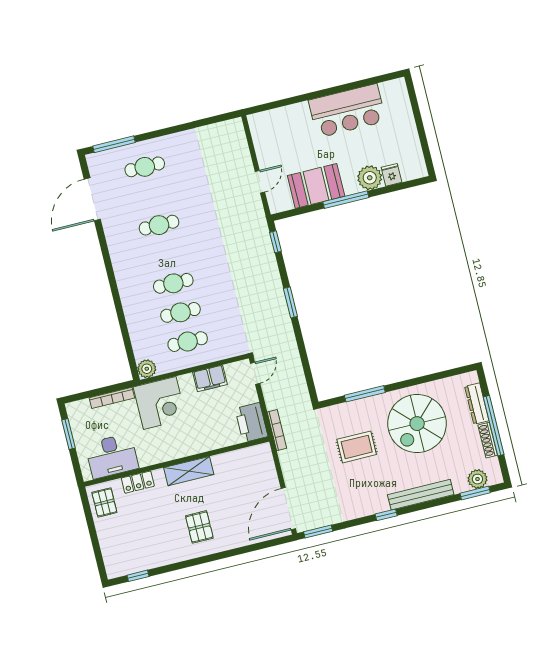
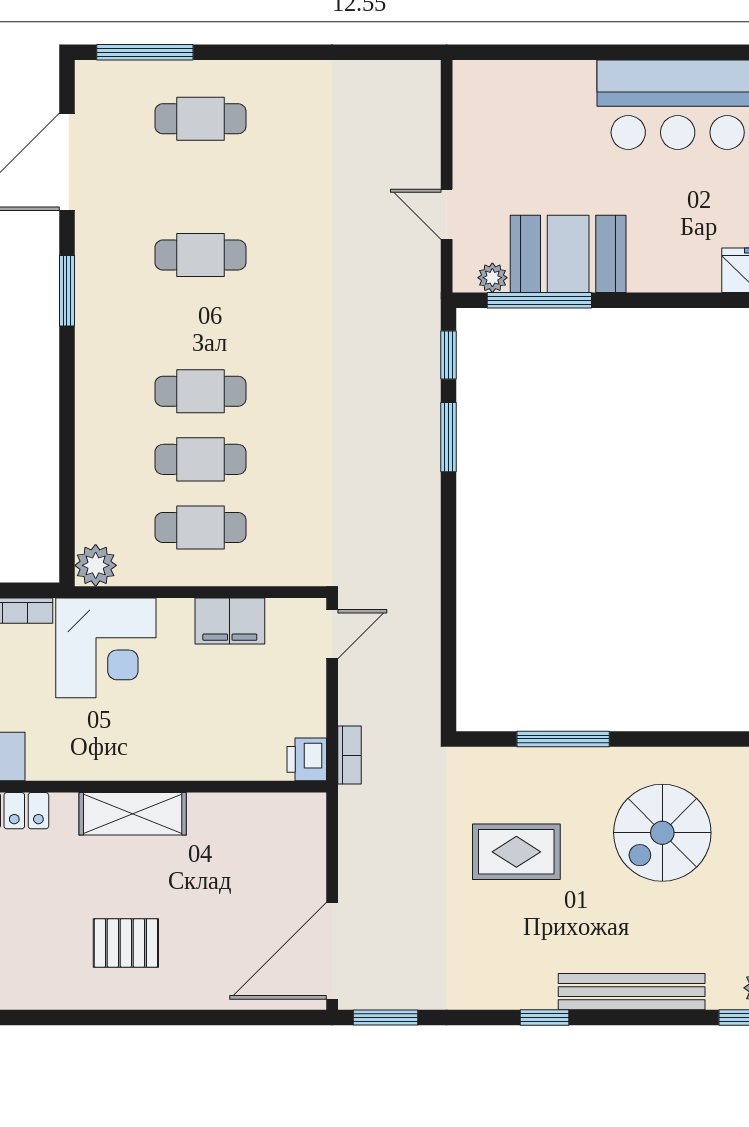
plant: (370, 178) -> (492, 278), moved, width x0.53, depth x0.53
door: (260, 182) -> (447, 214), swing flipped
window: (346, 200) -> (539, 300), moved
window: (106, 254) -> (67, 291), added
window: (290, 302) -> (448, 437), moved
printer: (251, 422) -> (307, 759), width x0.53, depth x0.68
spiral stairs: (417, 424) -> (662, 833), width x0.73, depth x0.73
bookcase: (277, 430) -> (350, 755), width x0.64
pallet: (199, 527) -> (126, 943), turned 90

